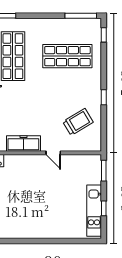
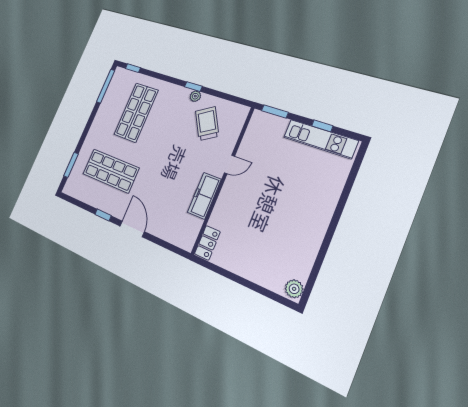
plant: (96, 102) -> (195, 96), added

